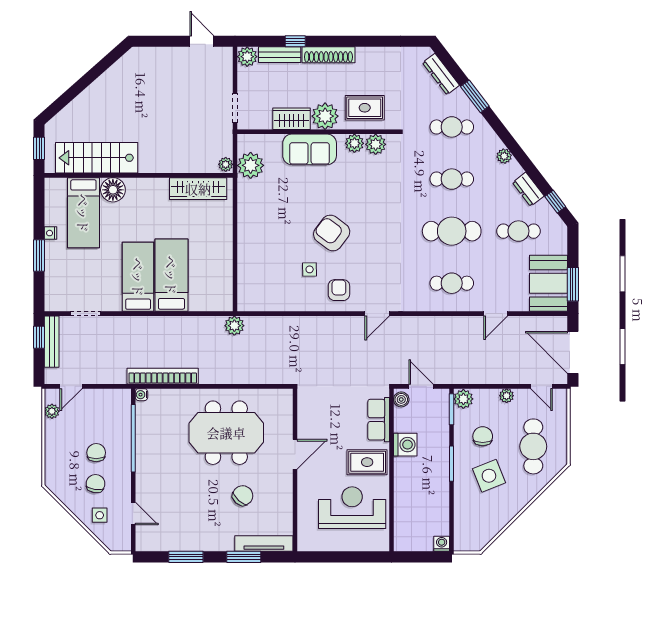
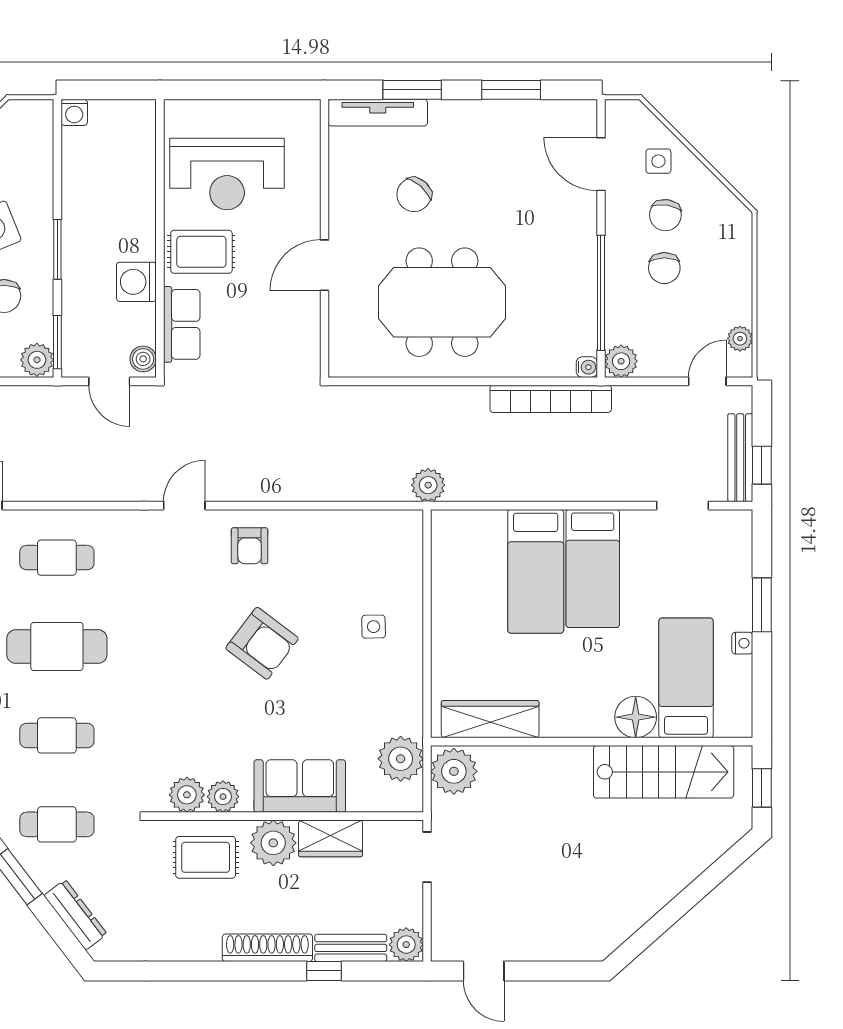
plant: (226, 164) -> (454, 771), width x1.88, depth x1.88
side table: (310, 269) -> (374, 627), moved
plant: (121, 398) -> (621, 361), added
door: (133, 513) -> (601, 164), width x1.38

